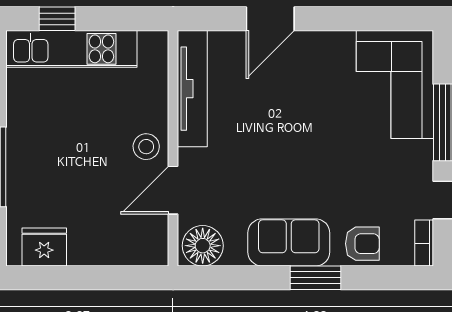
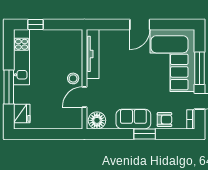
door: (270, 19) -> (140, 24), moved
kitchen unit: (71, 49) -> (22, 57), moved, turned -90
corner sofa: (395, 84) -> (172, 60), width x1.36, depth x1.36
fridge: (44, 247) -> (22, 113), moved, turned 90

